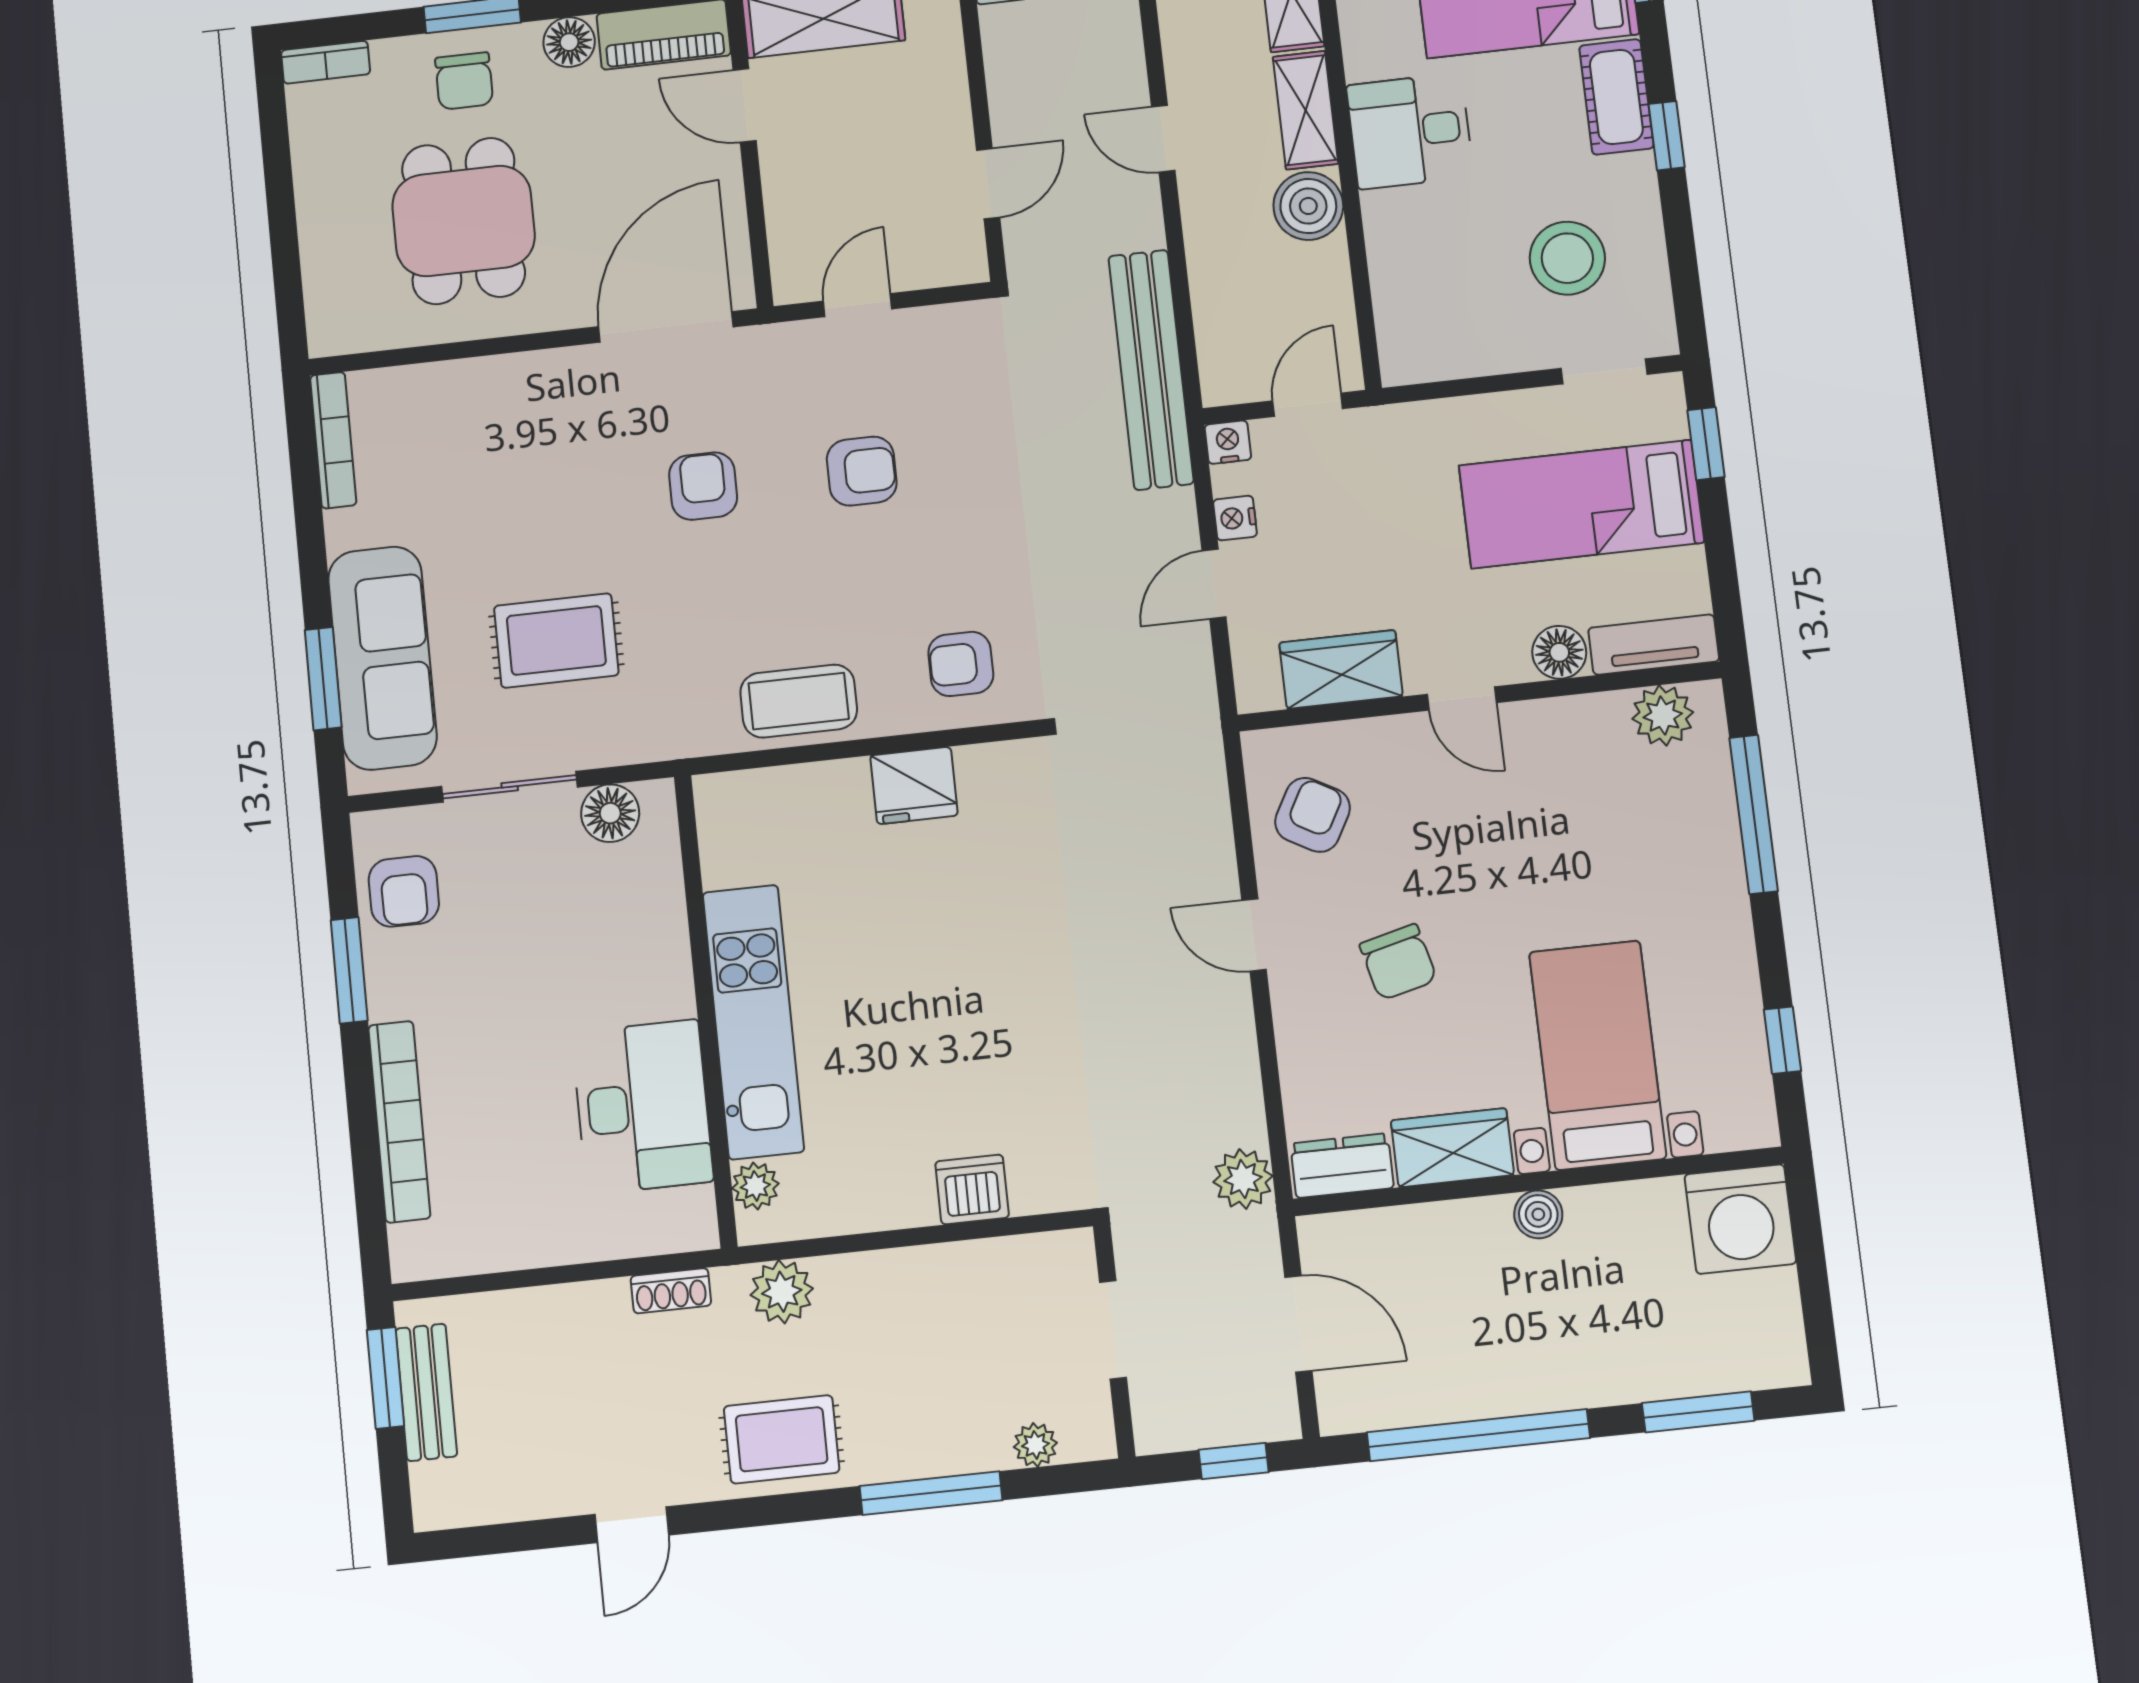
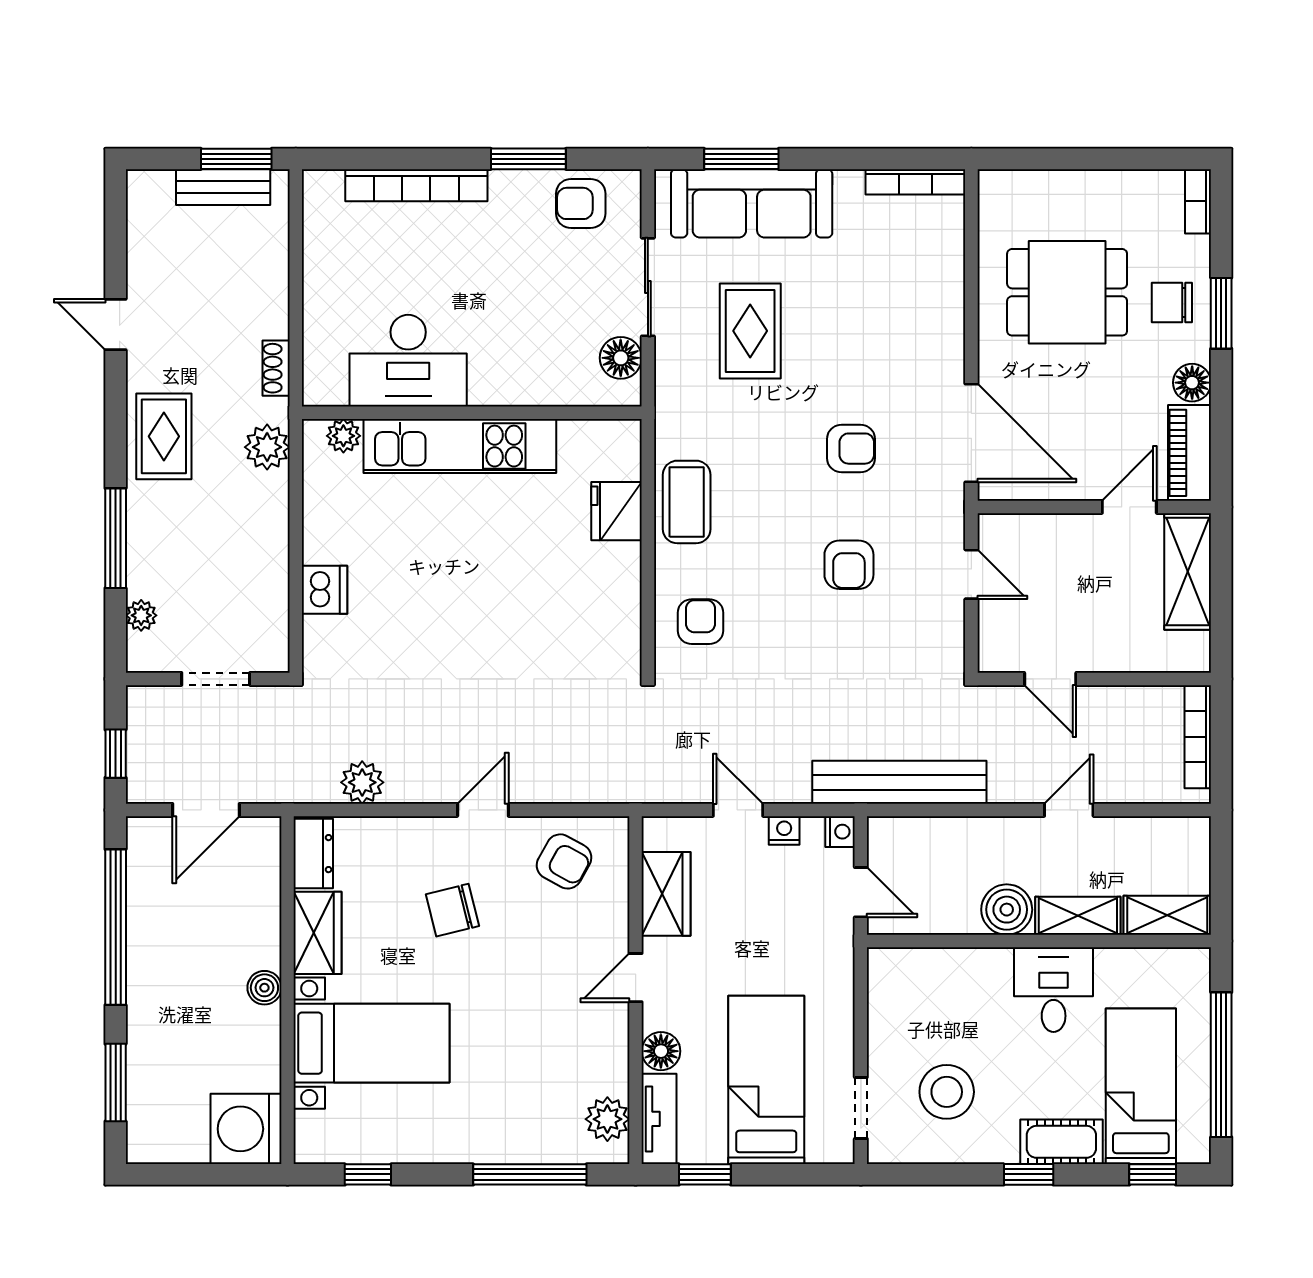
window: (1706, 444) -> (705, 1174), moved
fridge: (914, 785) -> (617, 511), moved
plant: (1243, 1179) -> (362, 782), moved

